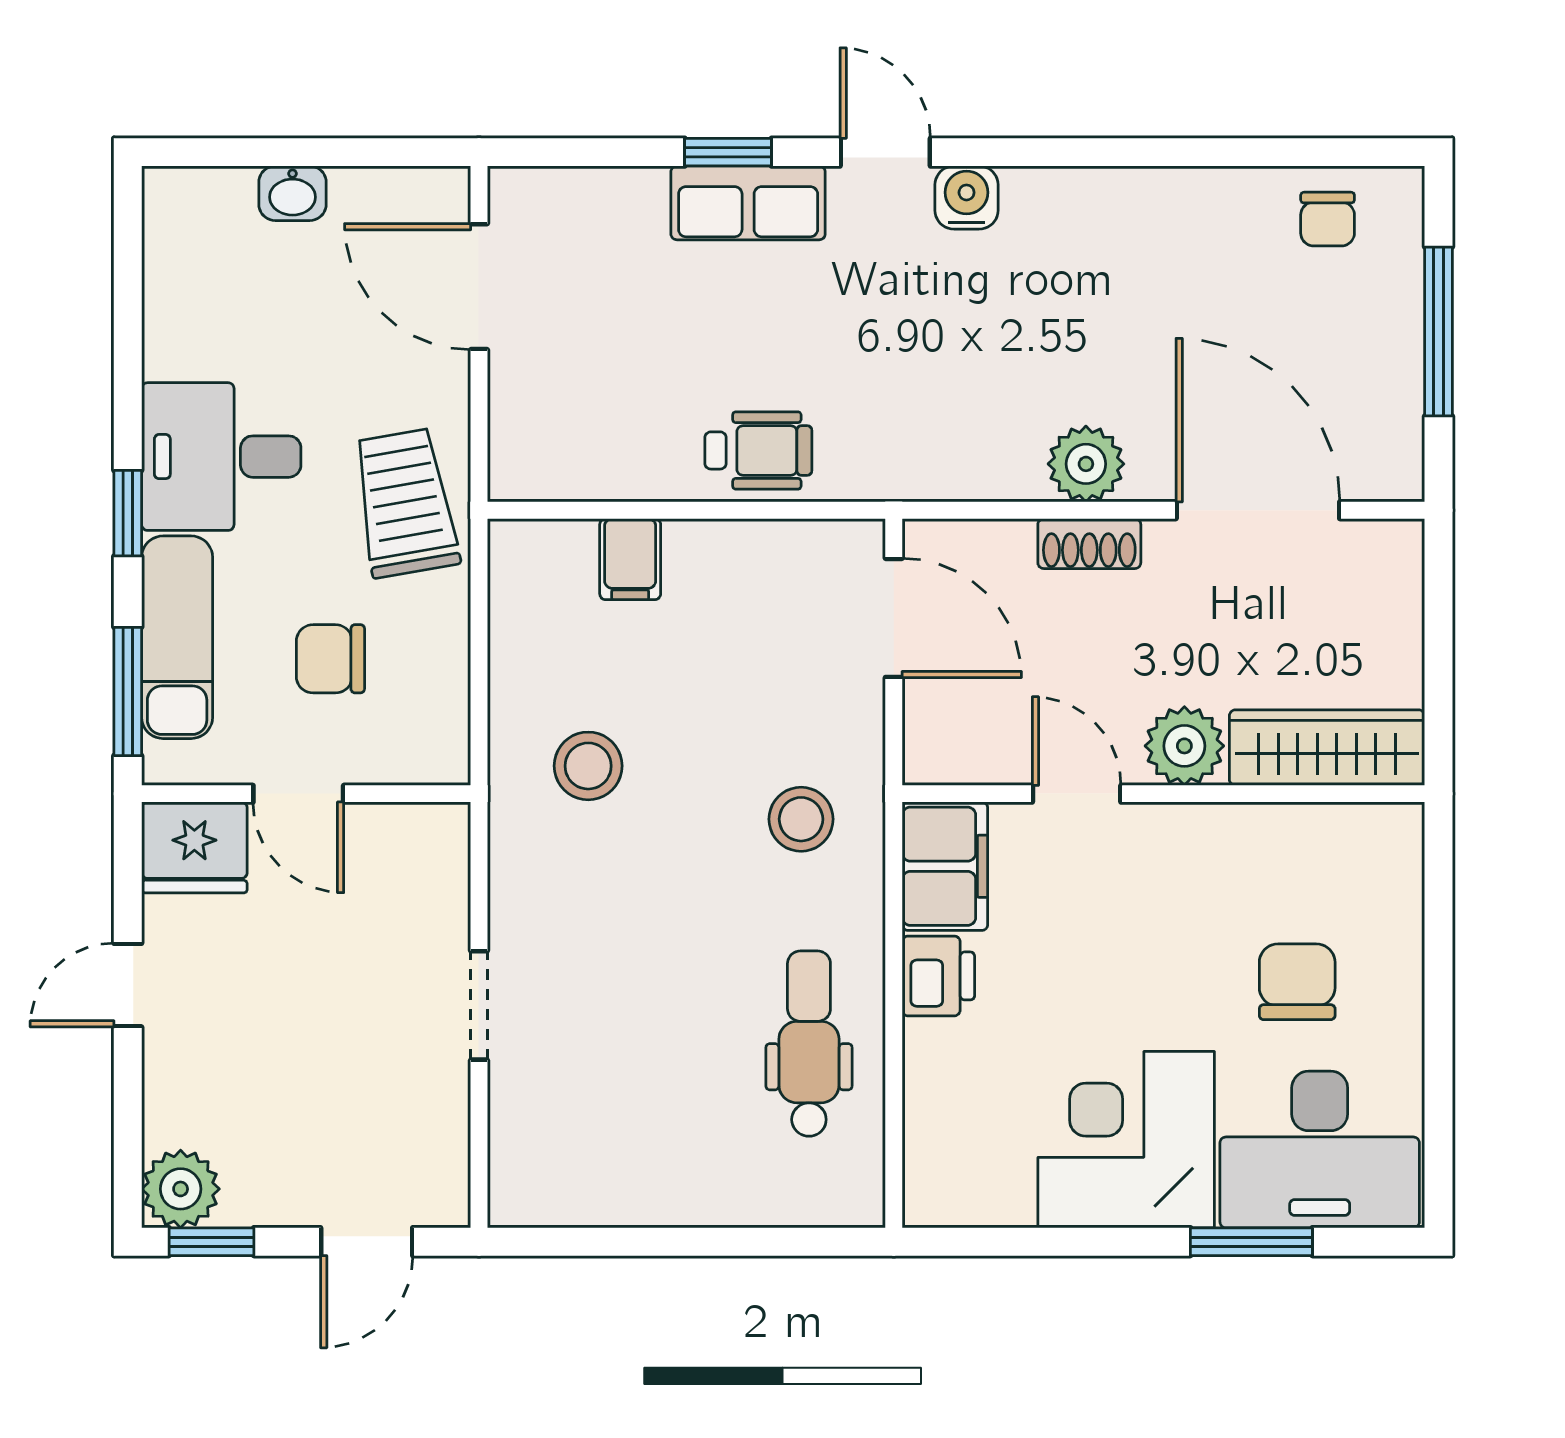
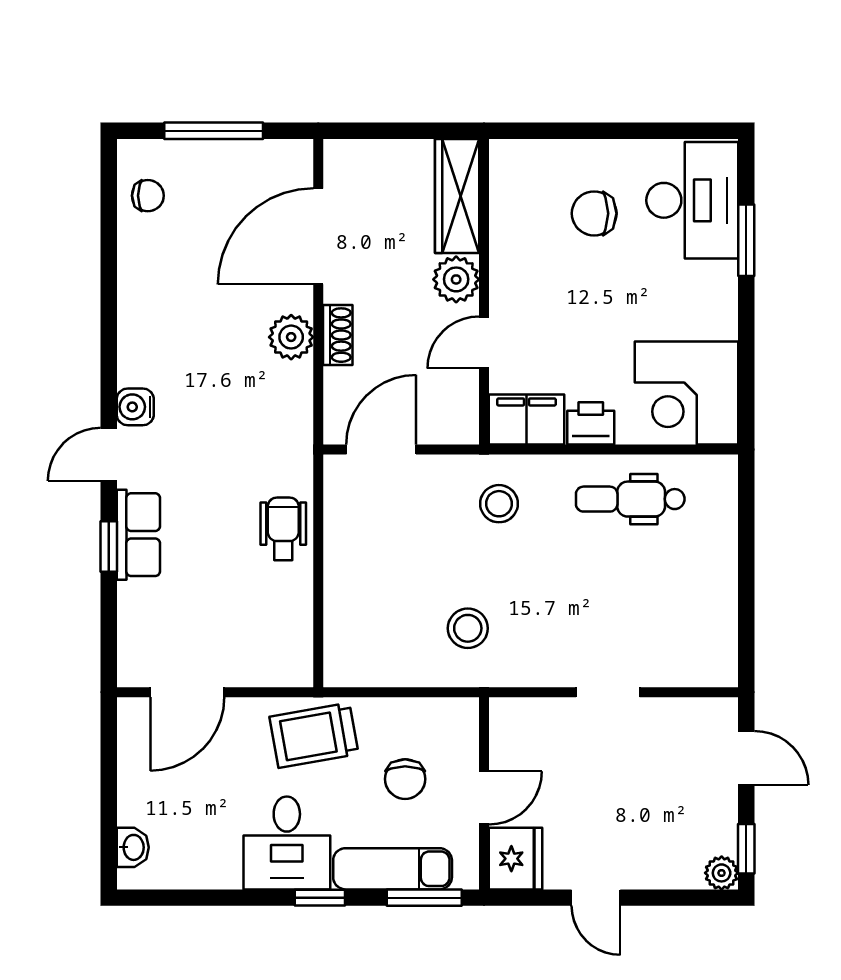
washbasin: (292, 193) -> (133, 847), moved
filing cabinet: (630, 559) -> (347, 604), removed
corner desk: (1126, 1140) -> (686, 393), moved
plant: (181, 1189) -> (722, 873), width x0.73, depth x0.73

